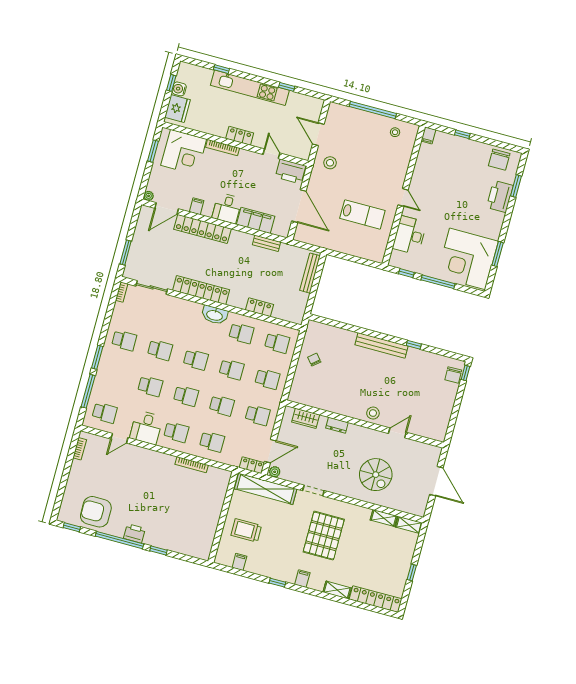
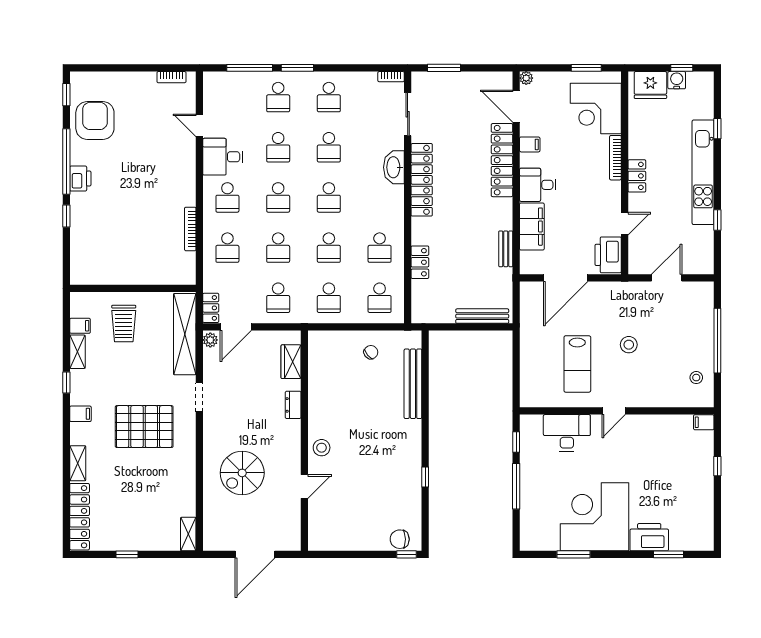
chair: (499, 160) -> (697, 523), removed
stool: (330, 163) -> (629, 345), moved
corner desk: (467, 259) -> (595, 517), moved
washbasin: (215, 315) -> (394, 167), moved
bench: (381, 345) -> (413, 384), moved
school desk: (105, 413) -> (278, 97), moved
door: (397, 433) -> (304, 487), hinge flipped
door: (270, 451) -> (236, 327), hinge flipped
shelving: (384, 518) -> (77, 352), moved
trolley: (246, 530) -> (124, 324), turned 180

